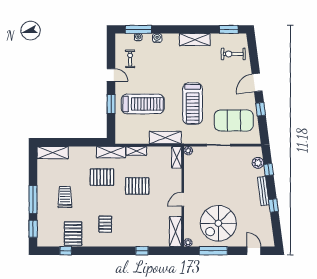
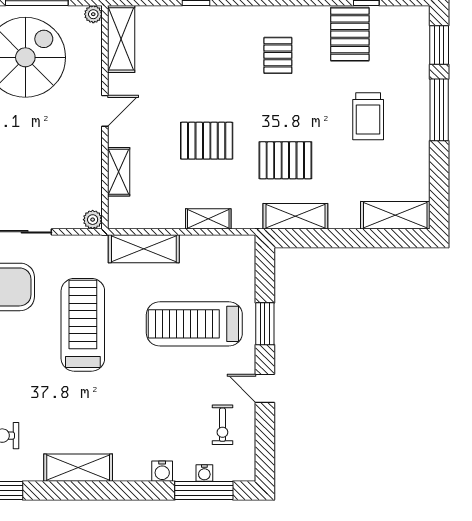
shelving: (111, 152) -> (295, 216), moved
shelving: (177, 157) -> (119, 172), moved

